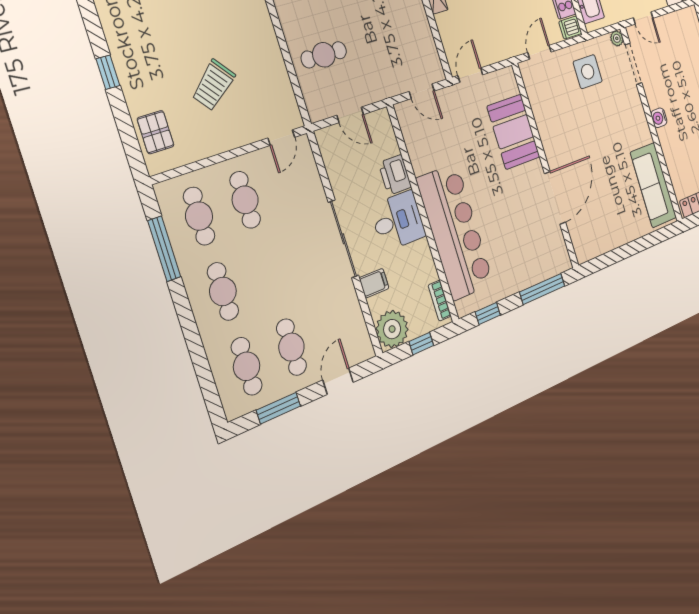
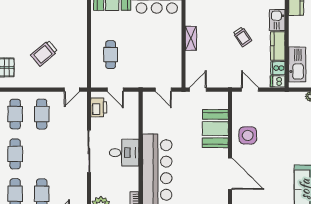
door: (539, 52) -> (250, 90), hinge flipped
cafe table: (324, 55) -> (111, 55), turned 90
side table: (588, 72) -> (248, 135), moved
printer: (395, 175) -> (99, 107), moved, turned 180
door: (555, 198) -> (230, 174), hinge flipped
filing cabinet: (374, 283) -> (99, 179), removed

